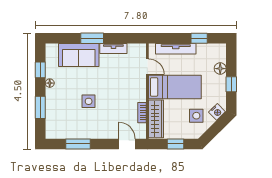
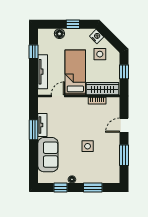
window: (92, 38) -> (34, 130), moved
door: (127, 144) -> (124, 125), moved

